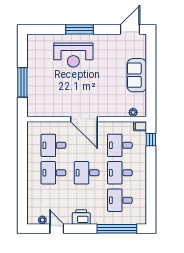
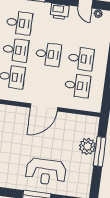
reception desk: (73, 55) -> (46, 172), turned 180
plant: (35, 86) -> (87, 146), added
door: (84, 119) -> (44, 107), swing flipped

